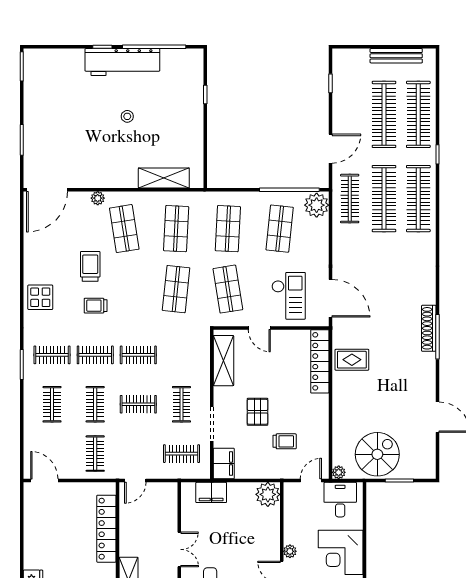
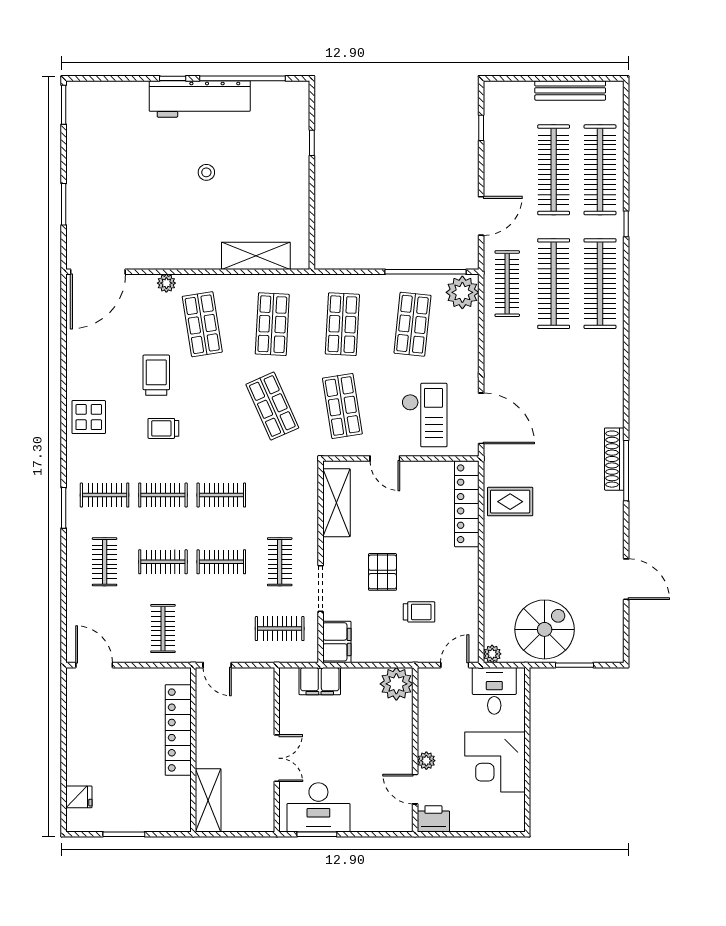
shop shelf: (176, 289) -> (272, 406), turned -30
clothes rail: (95, 404) -> (163, 562), turned 90
door: (135, 481) -> (217, 665), hinge flipped

